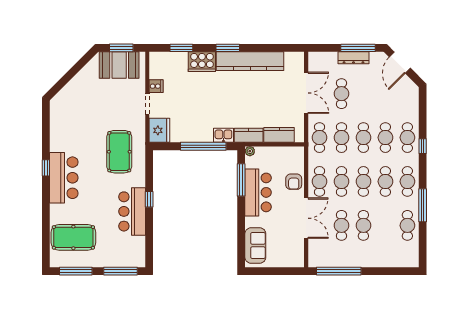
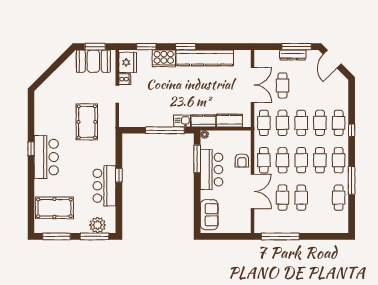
fridge: (159, 130) -> (128, 62), moved
pool table: (119, 152) -> (87, 122), moved
plant: (124, 258) -> (98, 225), added

